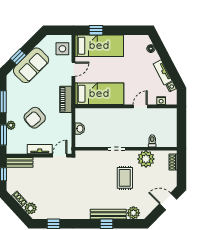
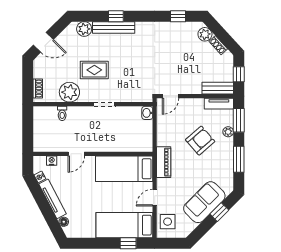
tv unit: (163, 72) -> (52, 199), width x1.41
washbasin: (80, 129) -> (147, 113), moved
tv unit: (40, 149) -> (219, 104), moved
rug: (125, 178) -> (94, 70), turned 90

